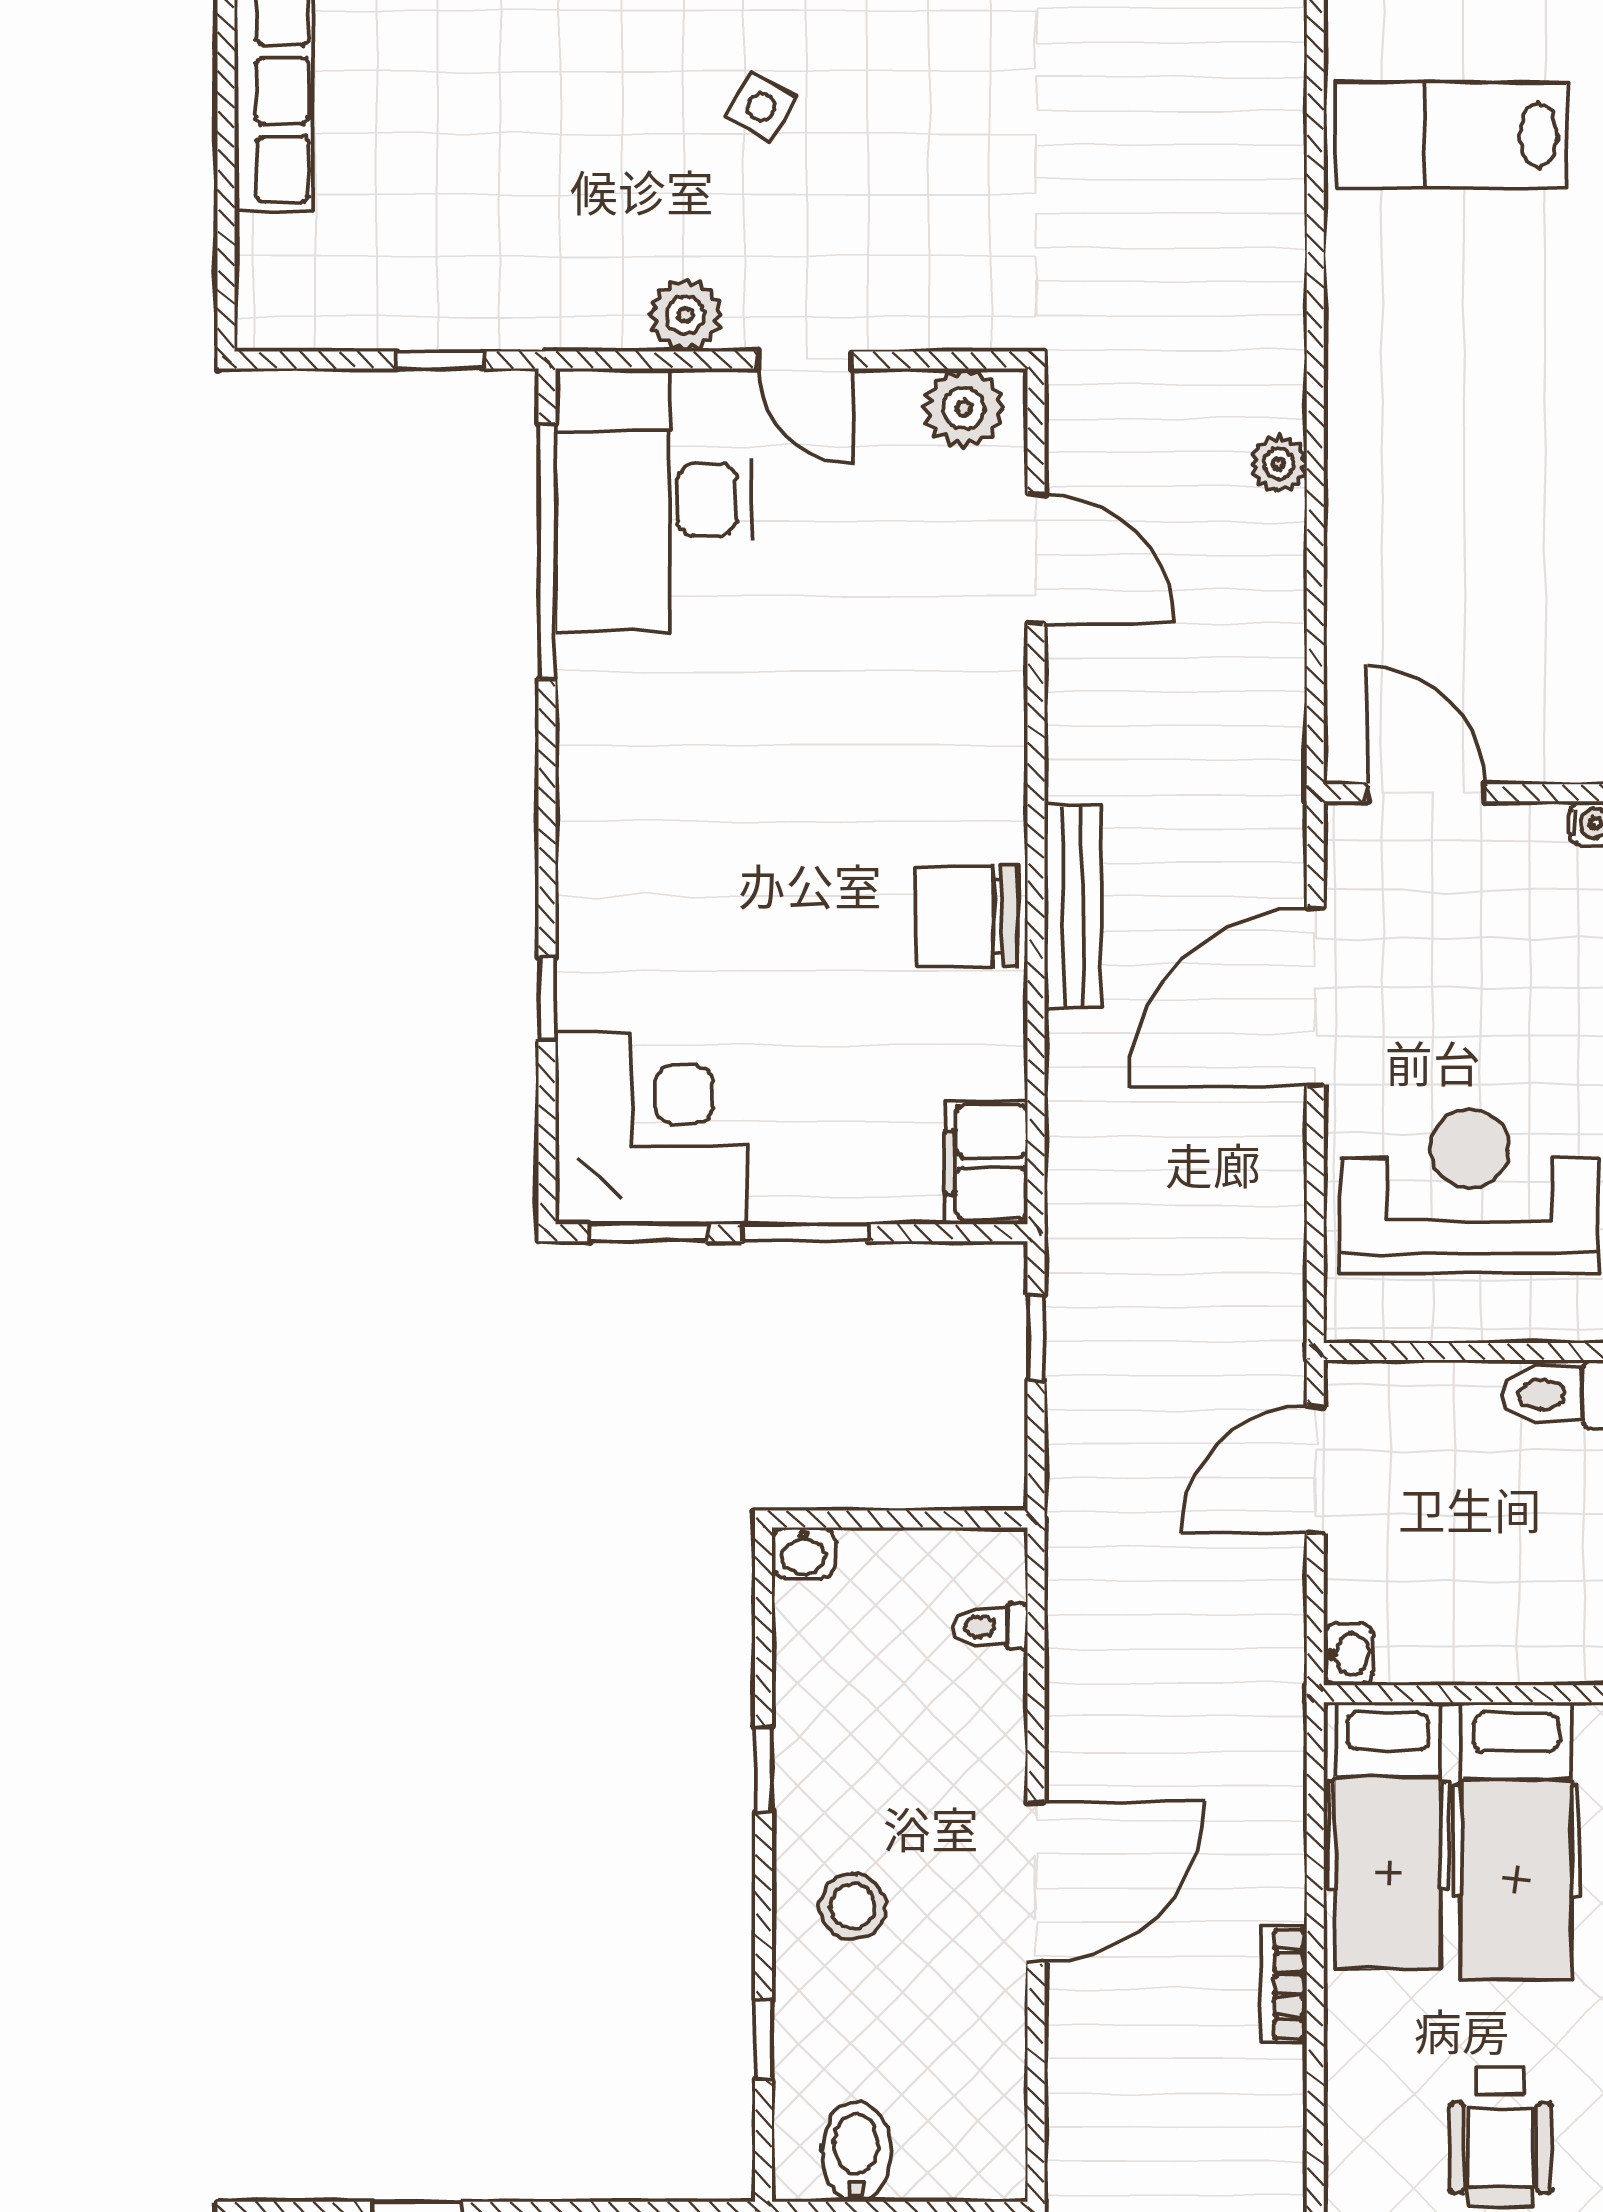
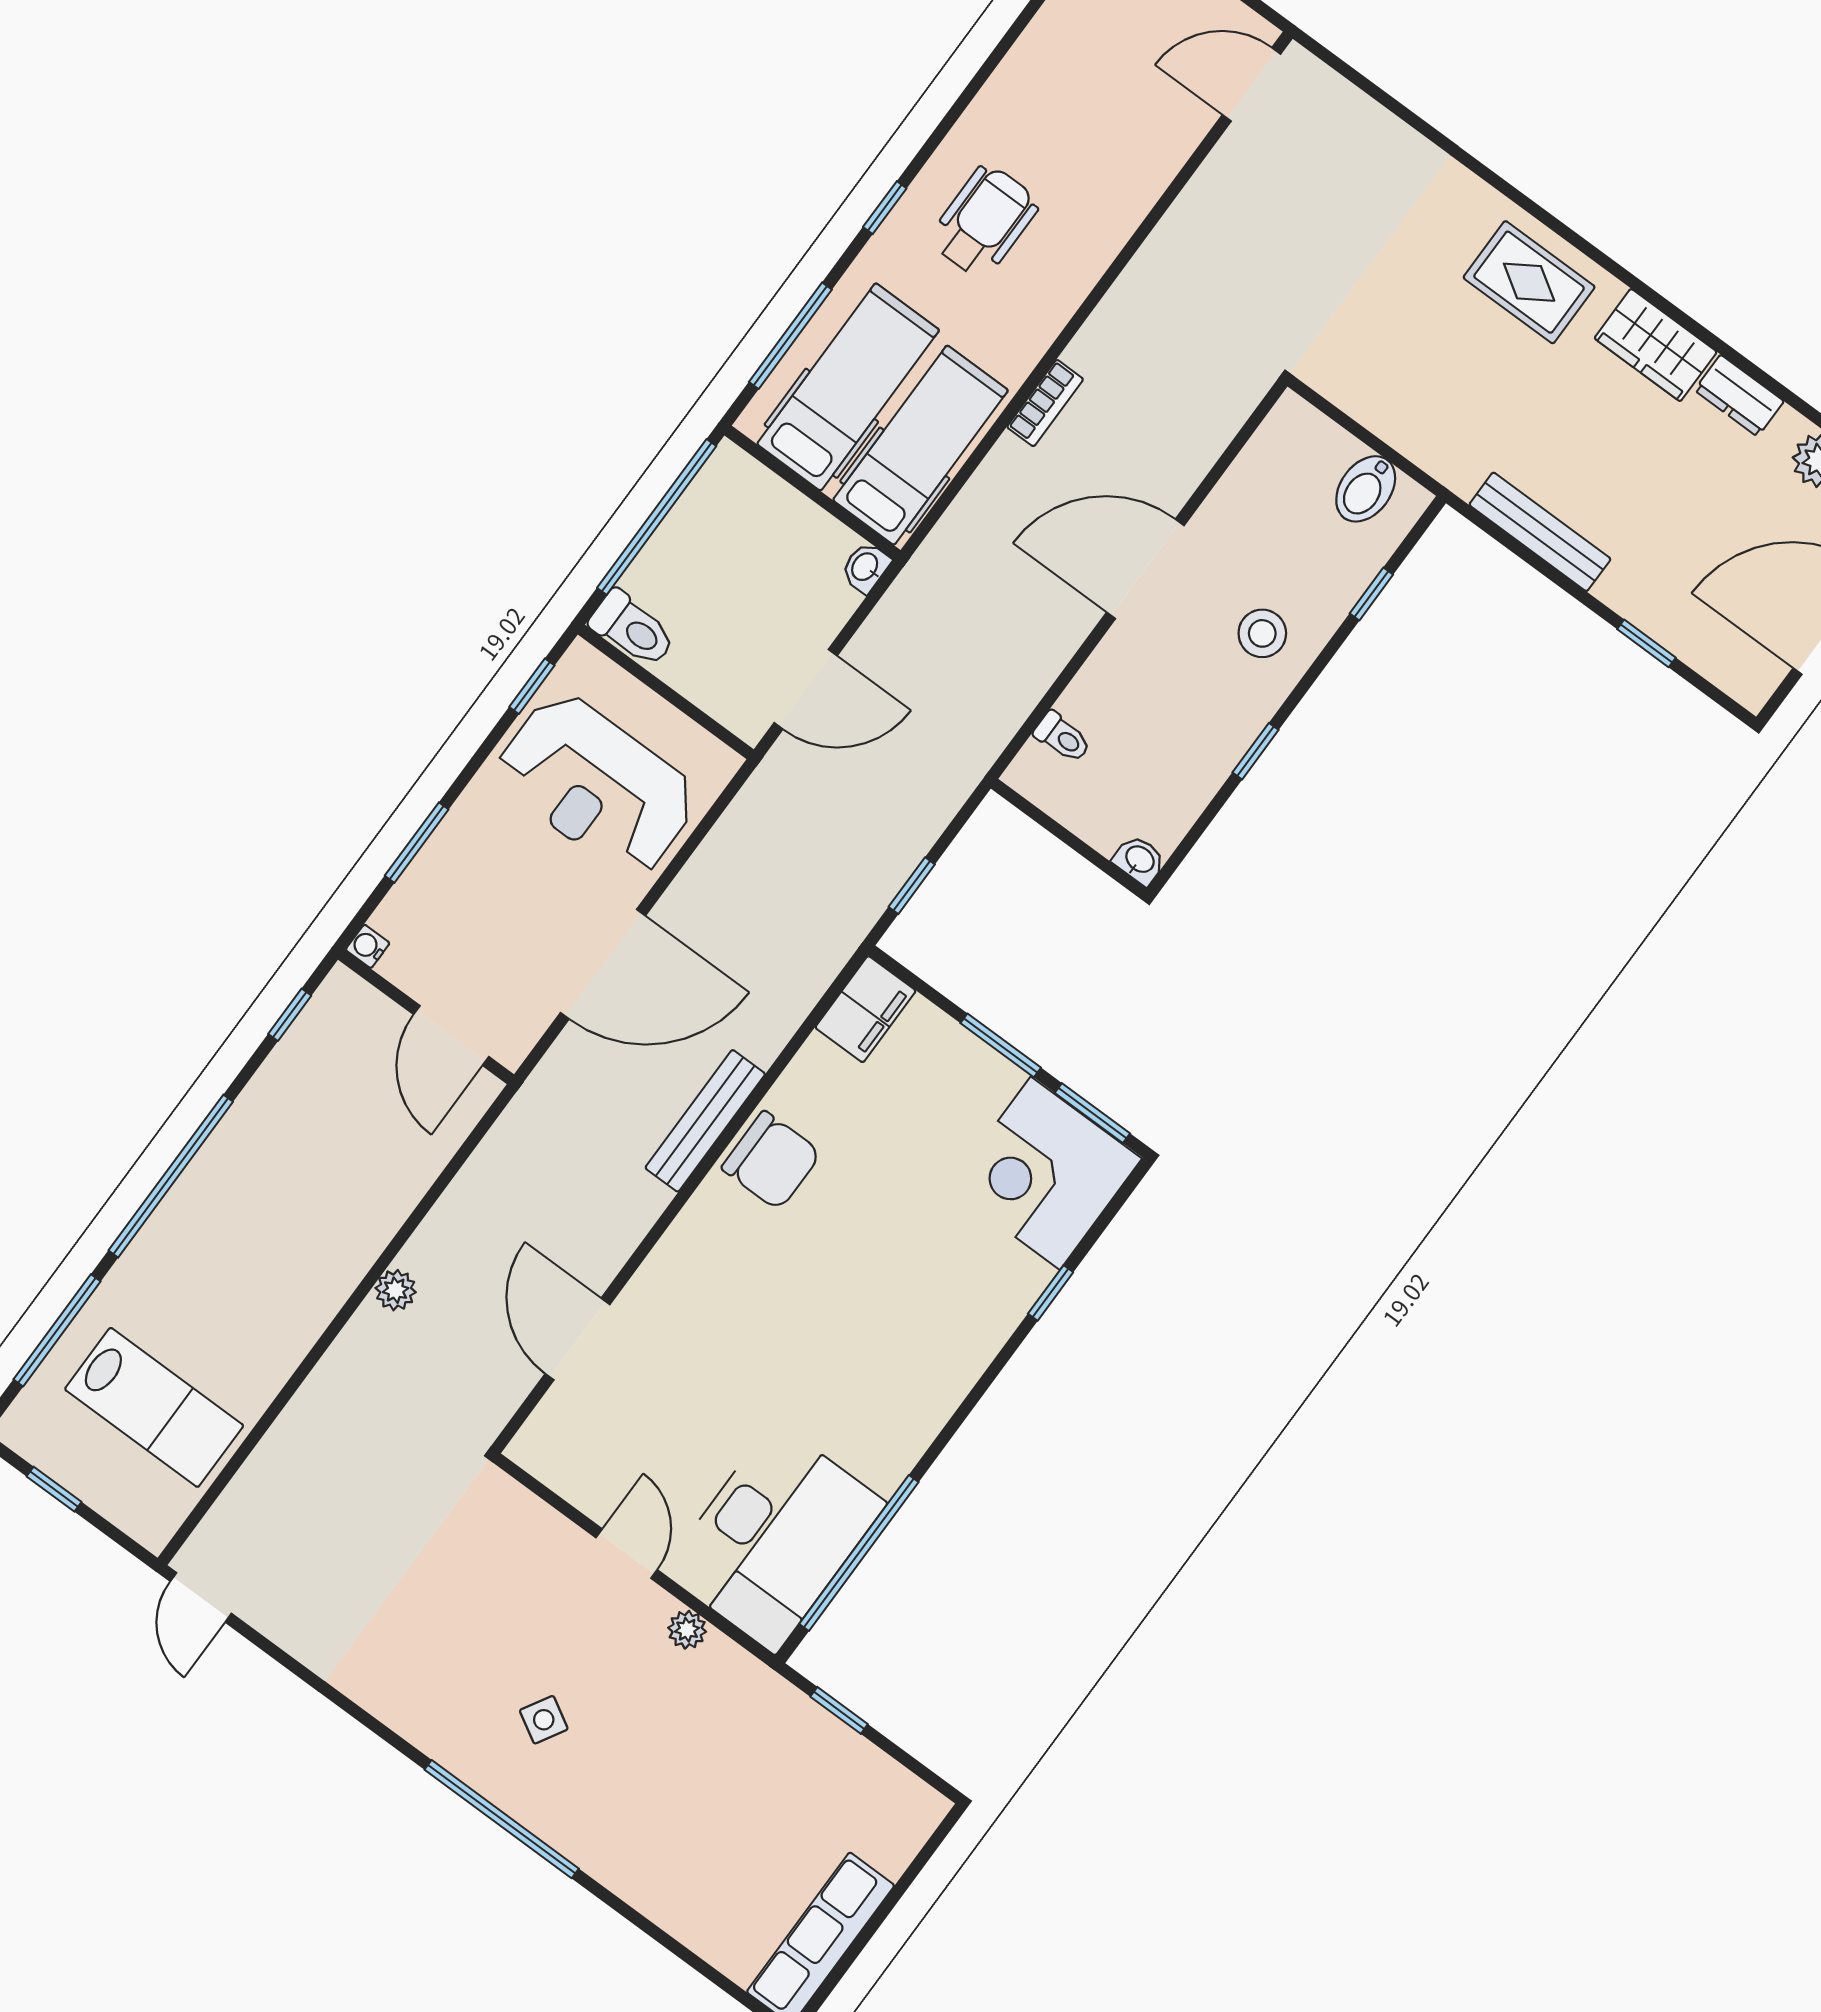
plant: (685, 315) -> (687, 1630), width x0.73, depth x0.73
plant: (964, 408) -> (555, 1458), removed

